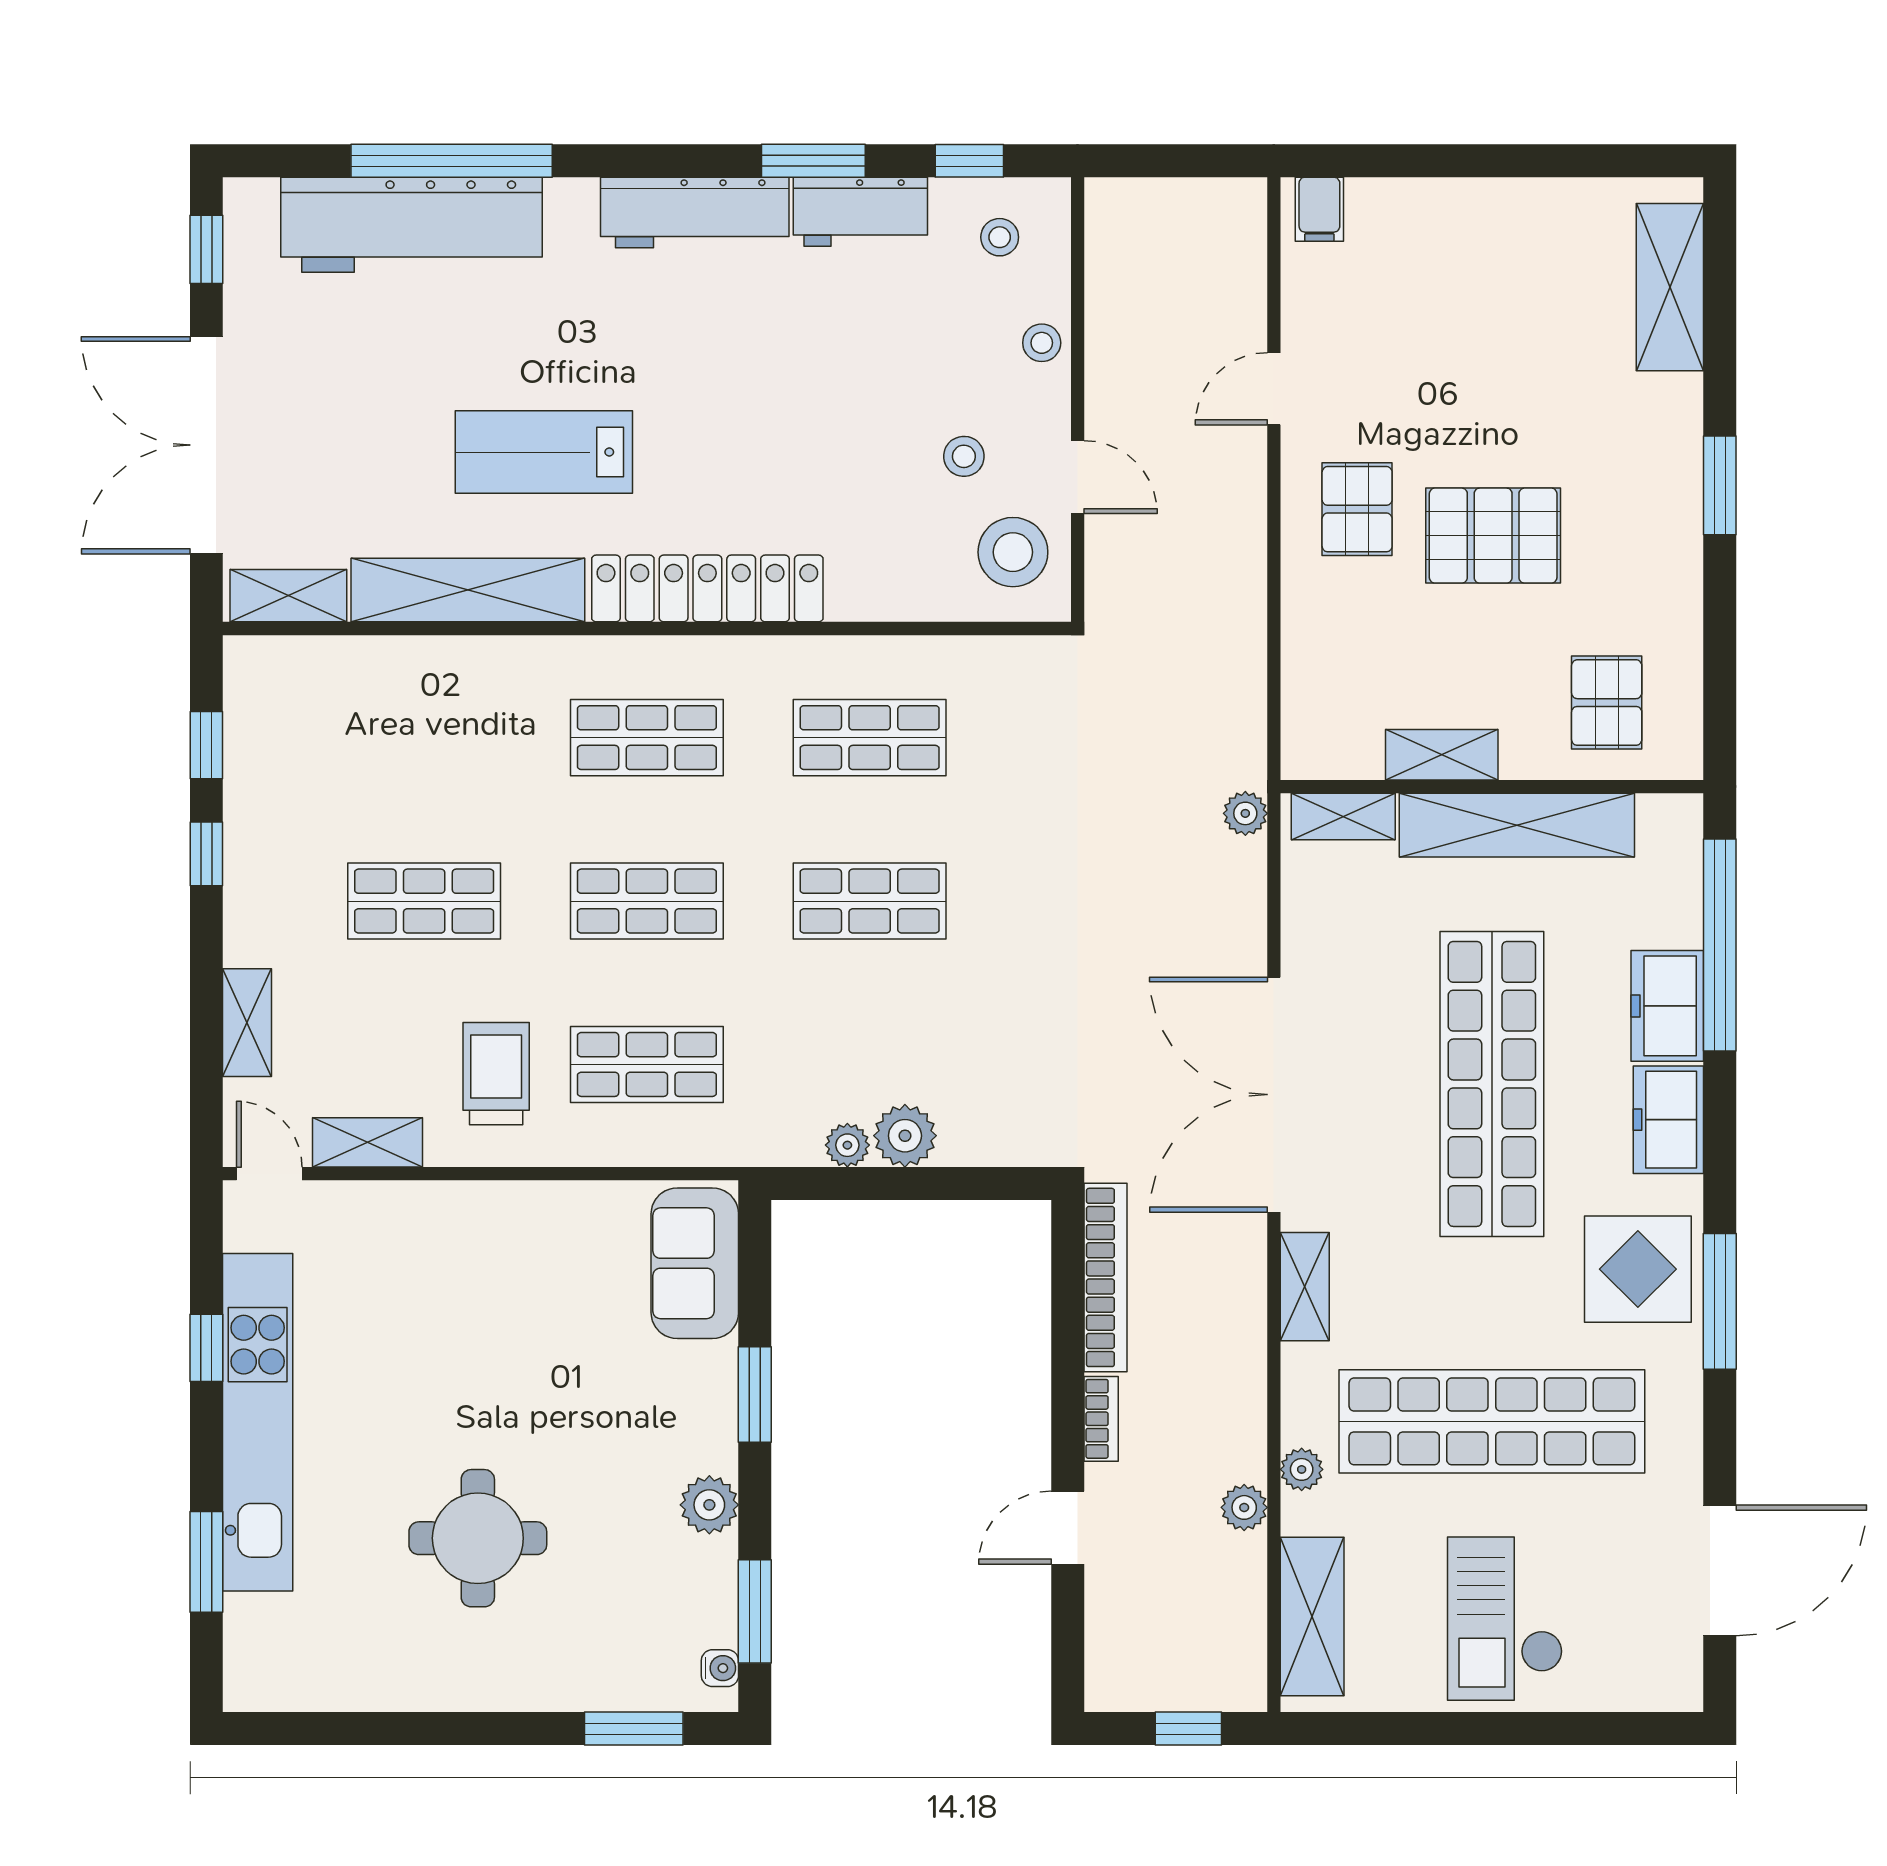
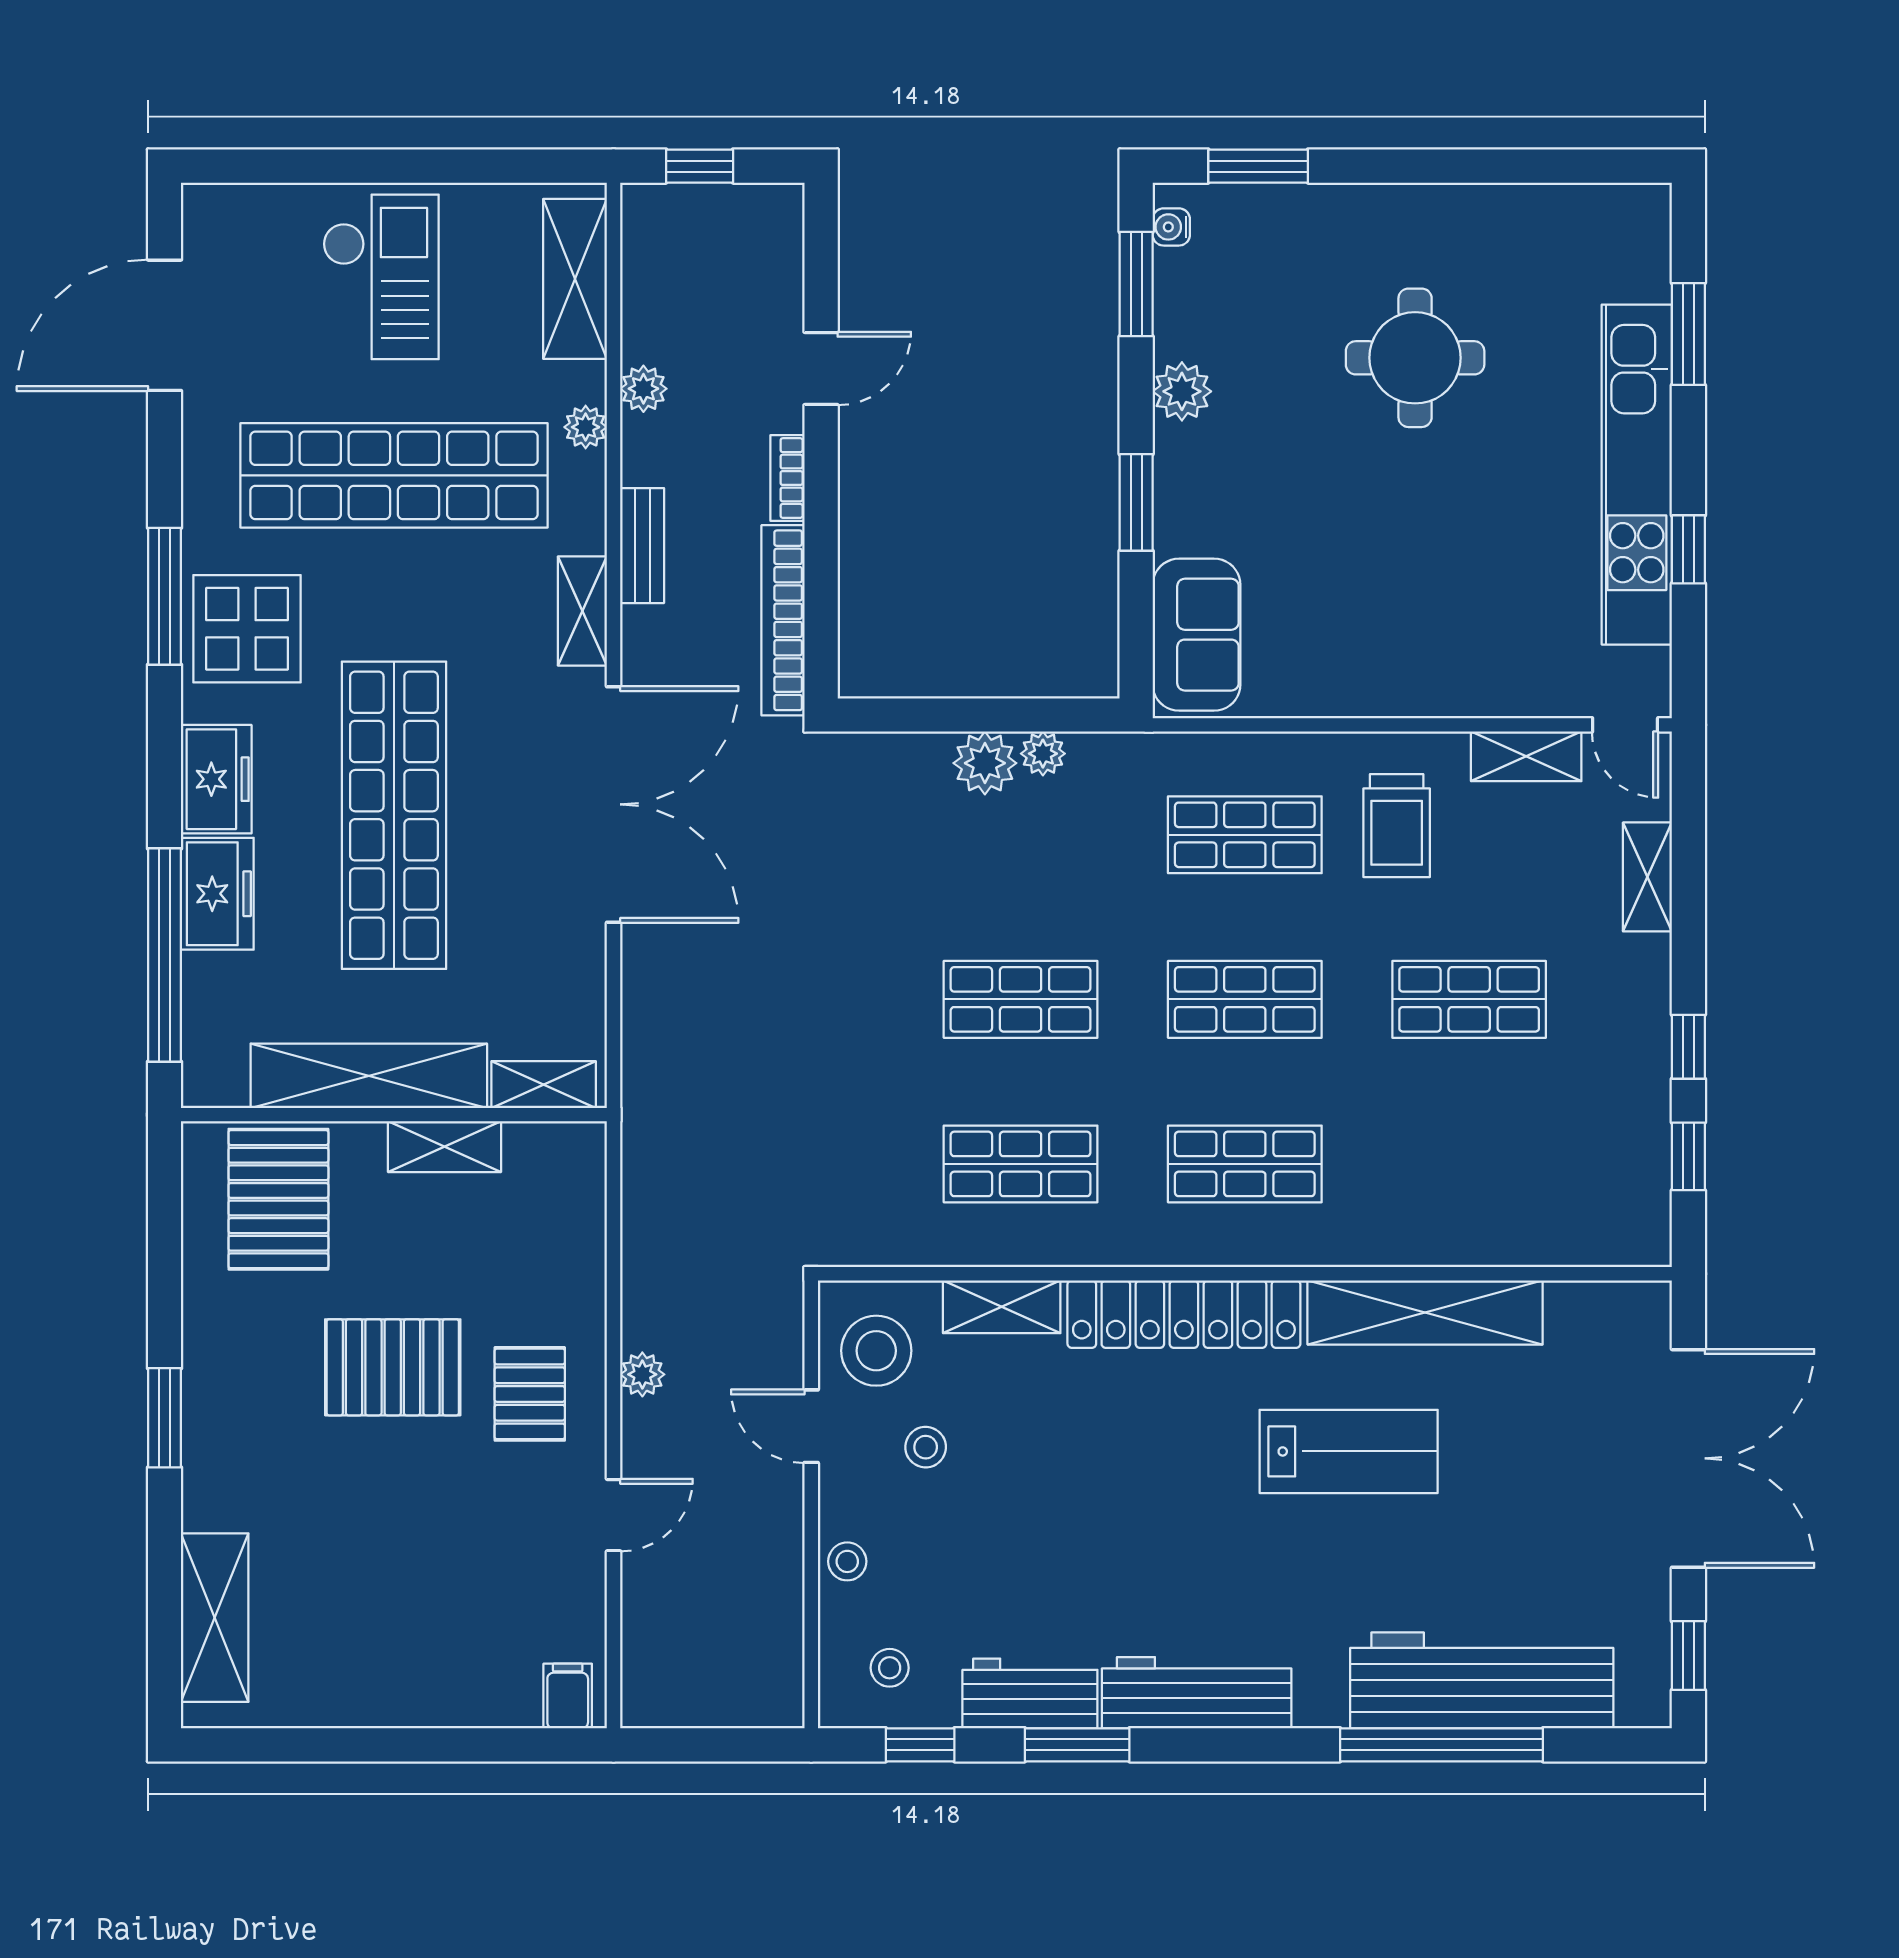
shelving: (288, 596) -> (1002, 1307), moved
pallet: (1607, 703) -> (278, 1199), width x1.50, depth x1.42
plant: (1245, 813) -> (642, 1374), moved
bench: (1245, 1352) -> (642, 546), added

